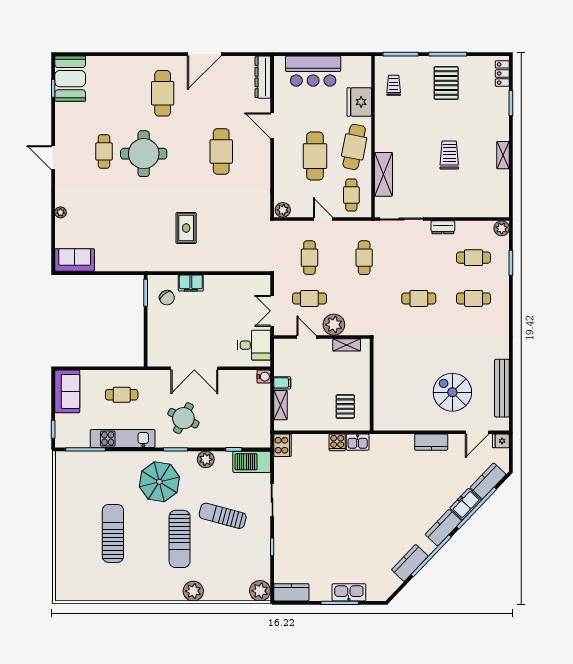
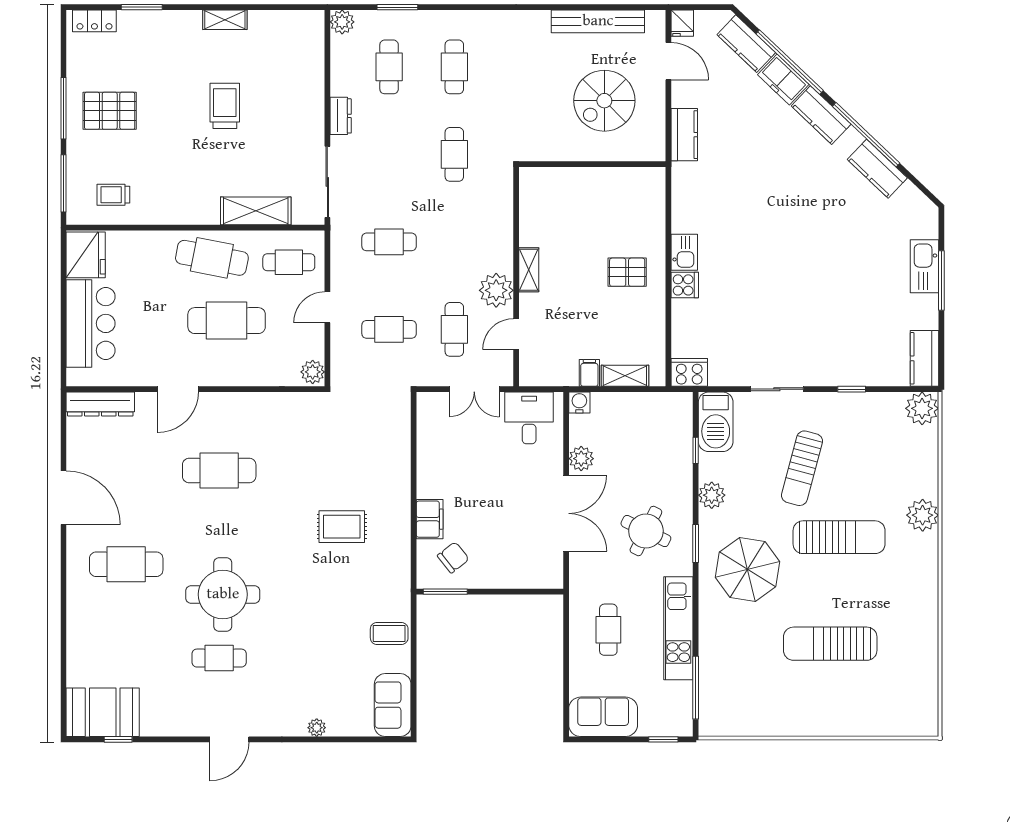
fridge: (359, 102) -> (86, 255), moved, turned -90
trolley: (449, 155) -> (225, 106), turned 90
coffee table: (119, 258) -> (389, 633), added
plant: (229, 378) -> (581, 459), added
wall: (372, 385) -> (592, 164), moved

